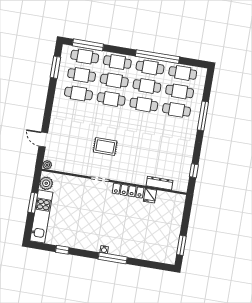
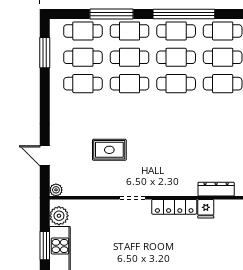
window: (88, 45) -> (111, 14), moved
rug: (105, 147) -> (109, 150), moved

